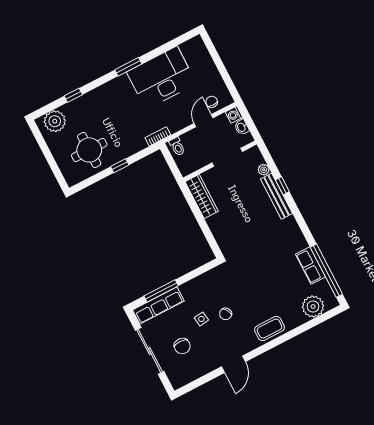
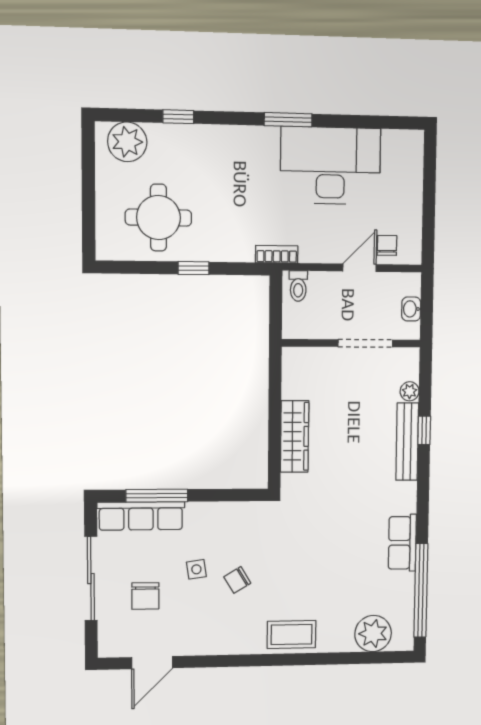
washing machine: (234, 115) -> (410, 284), removed
wardrobe: (202, 196) -> (295, 436), moved
row of seats: (310, 266) -> (402, 543), moved
door: (233, 364) -> (152, 663), moved

